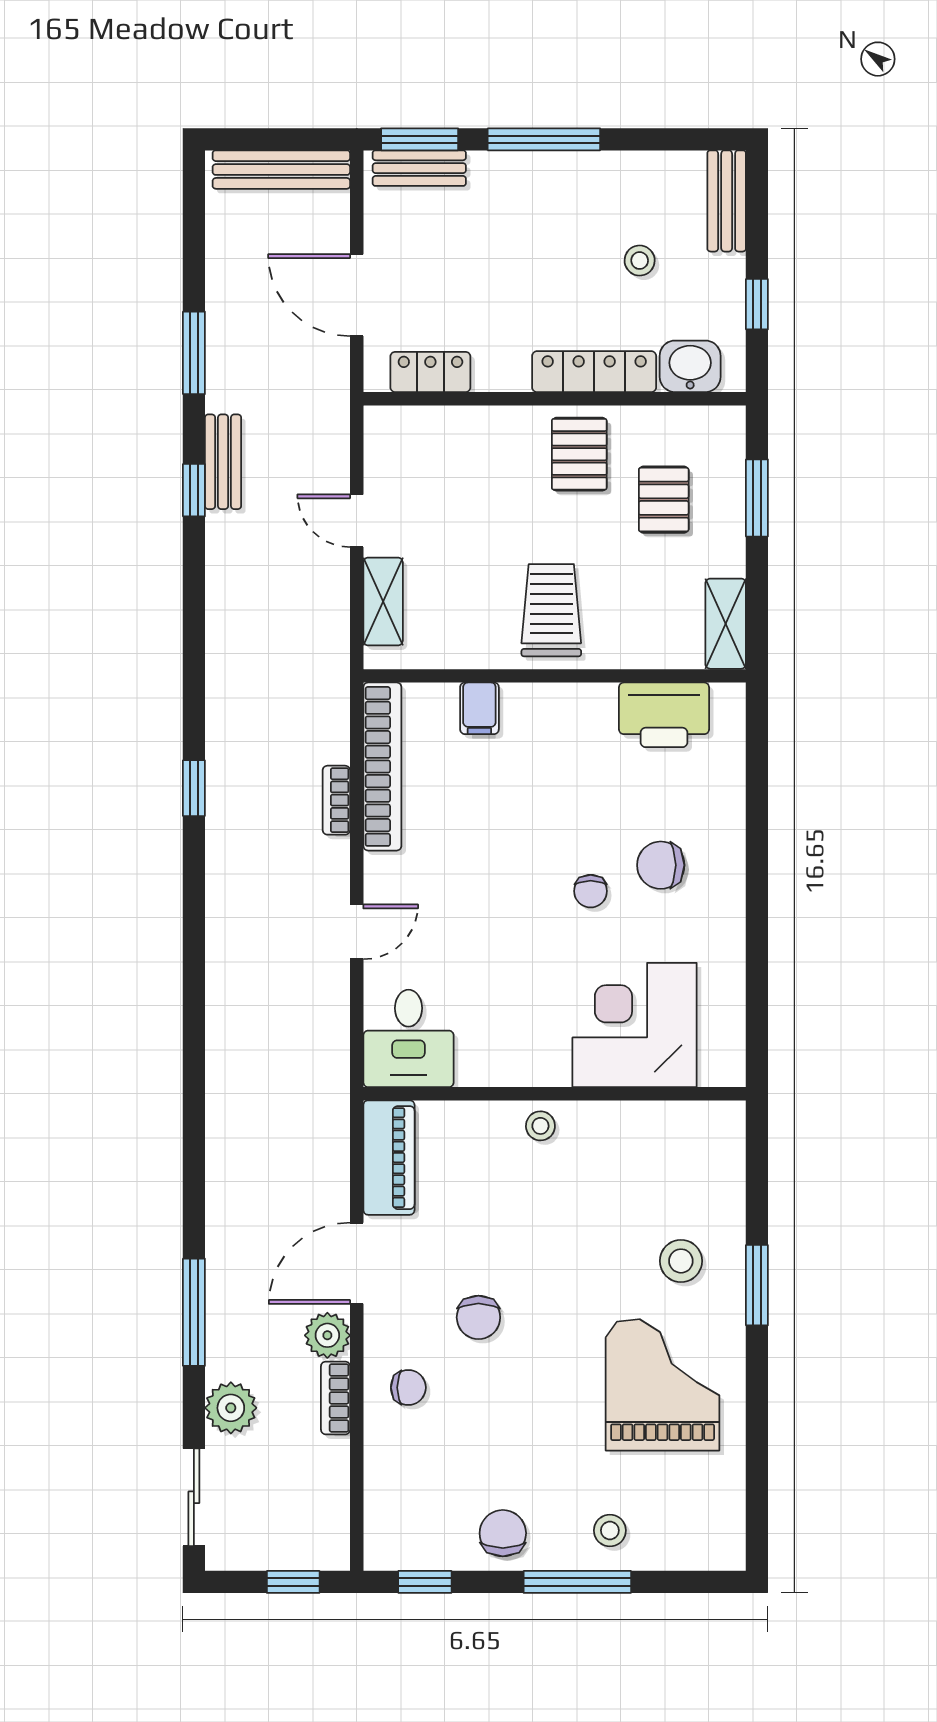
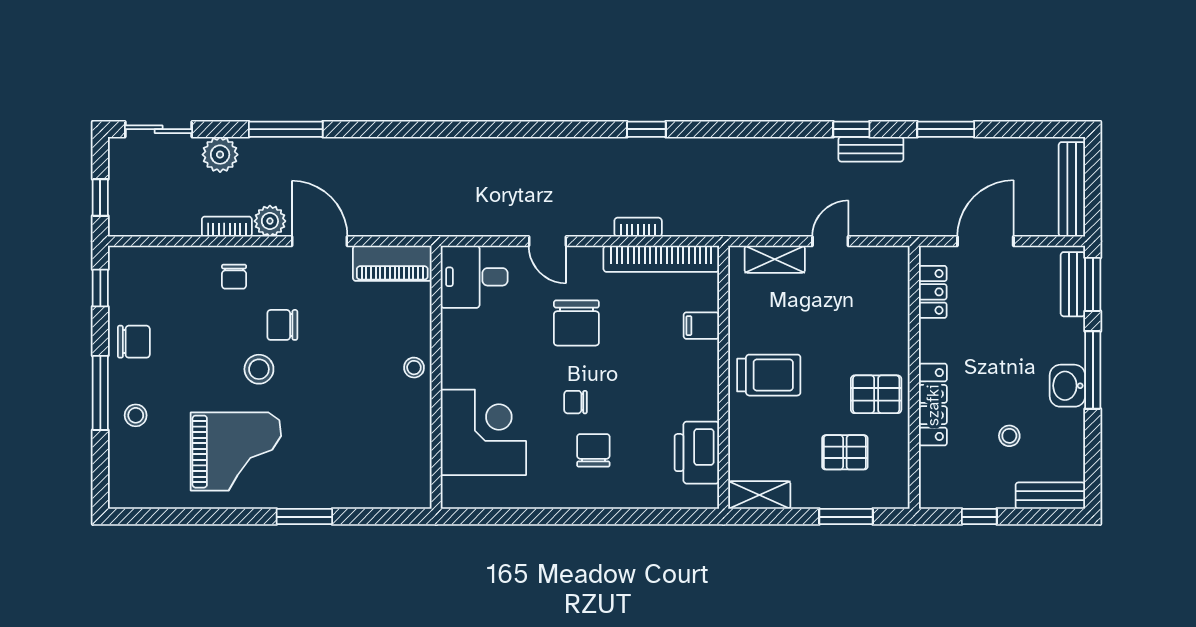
washbasin: (690, 366) -> (1067, 386), moved, turned 180
chair: (476, 890) -> (576, 323), added
stool: (681, 1261) -> (259, 369), moved

